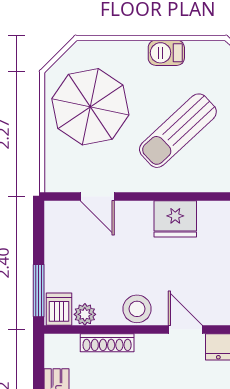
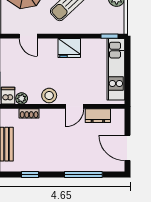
door: (185, 330) -> (75, 106), swing flipped
shoe rack: (107, 343) -> (29, 113), width x0.70

